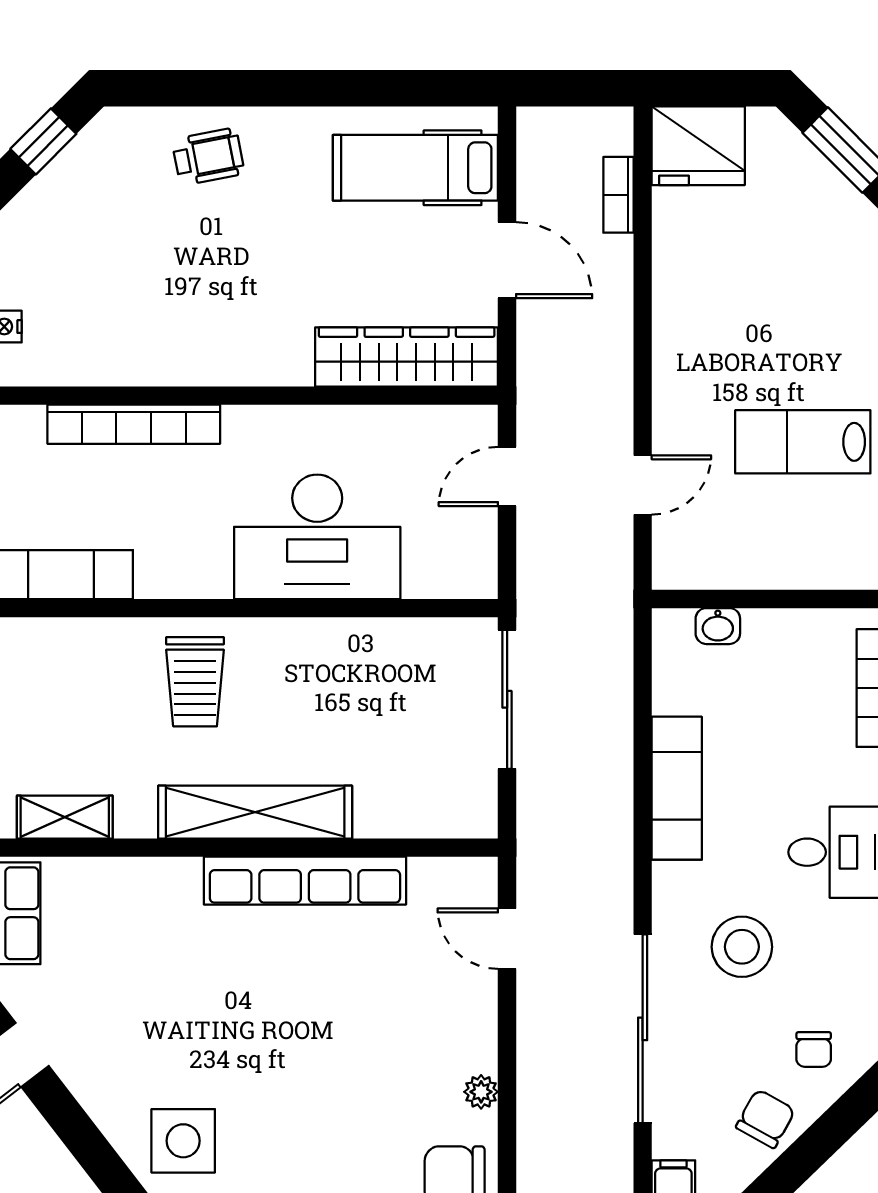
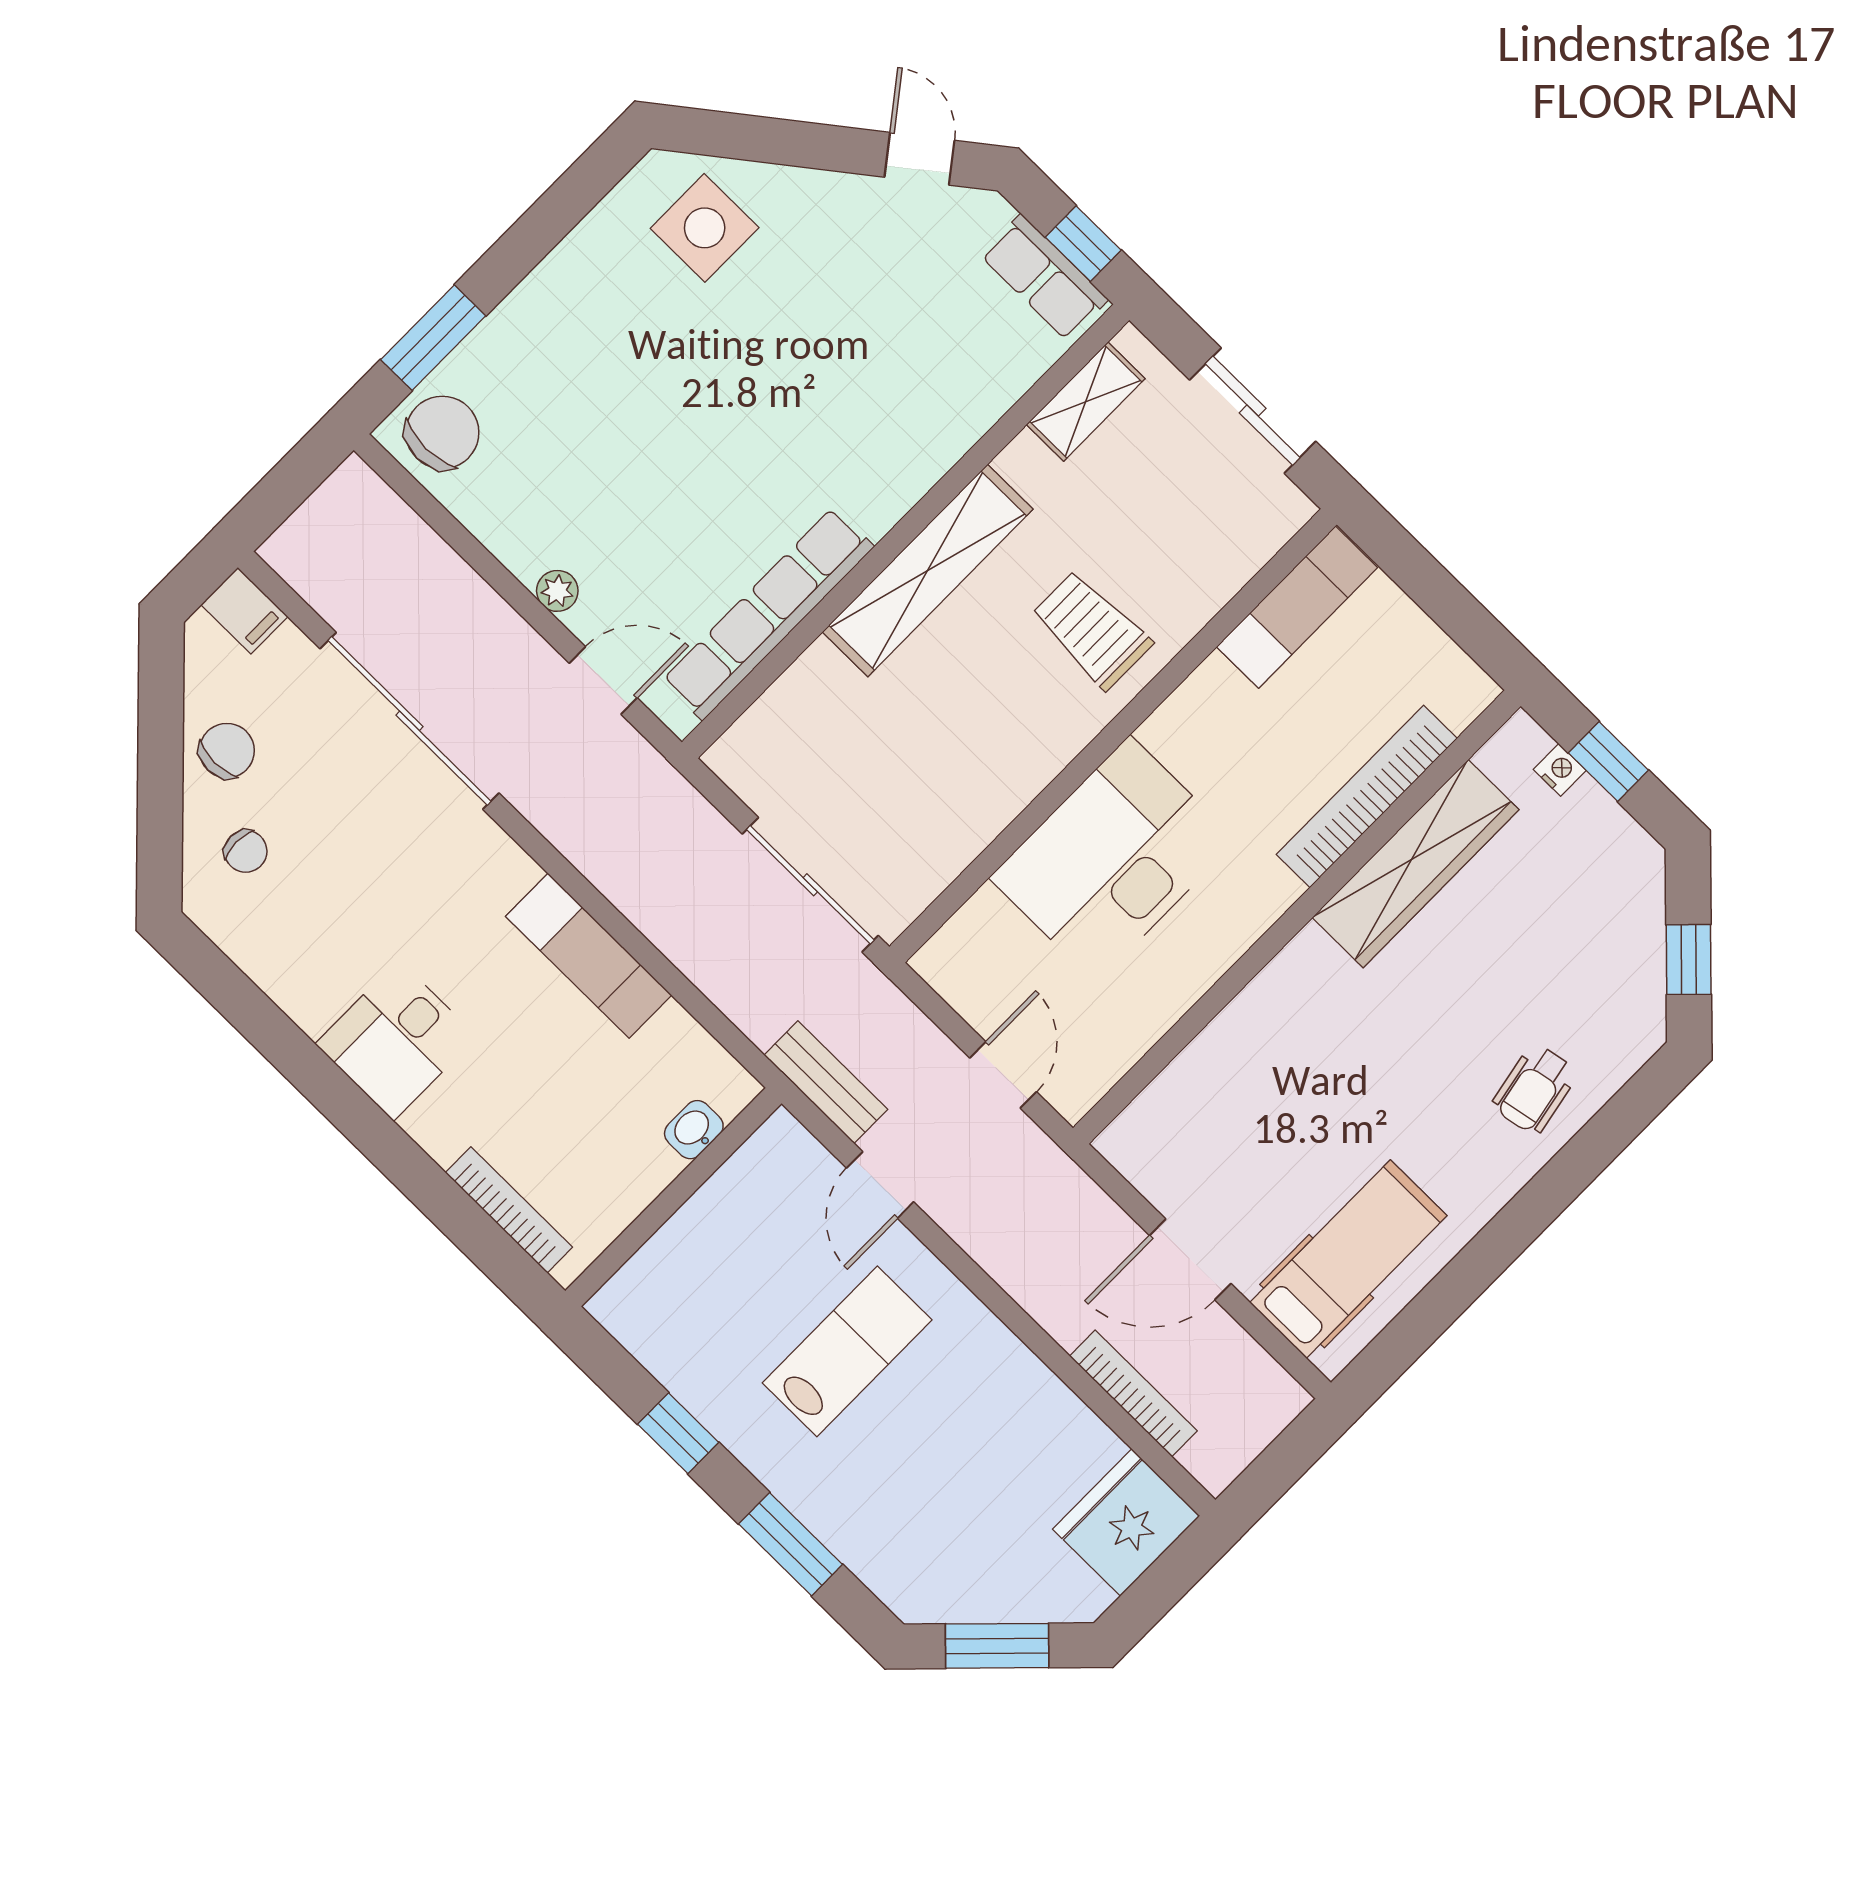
bookcase: (618, 195) -> (1133, 1393), width x1.56
wardrobe: (407, 357) -> (1415, 864), moved
lab bench: (803, 442) -> (847, 1351), moved
bench: (614, 576) -> (826, 1082), added
row of seats: (305, 881) -> (768, 614), moved
stool: (742, 947) -> (396, 877), removed
chair: (814, 1050) -> (246, 851), turned 180
plant: (481, 1092) -> (557, 591), moved
chair: (766, 1119) -> (227, 751), turned -119

